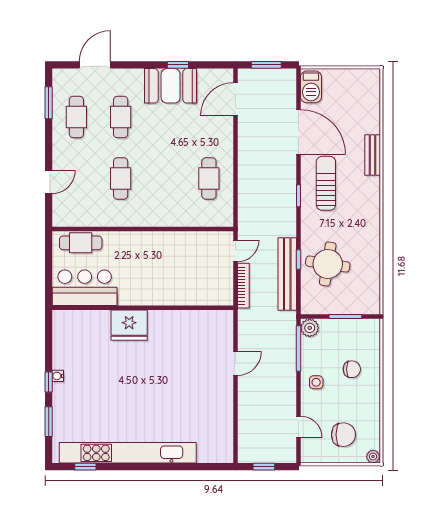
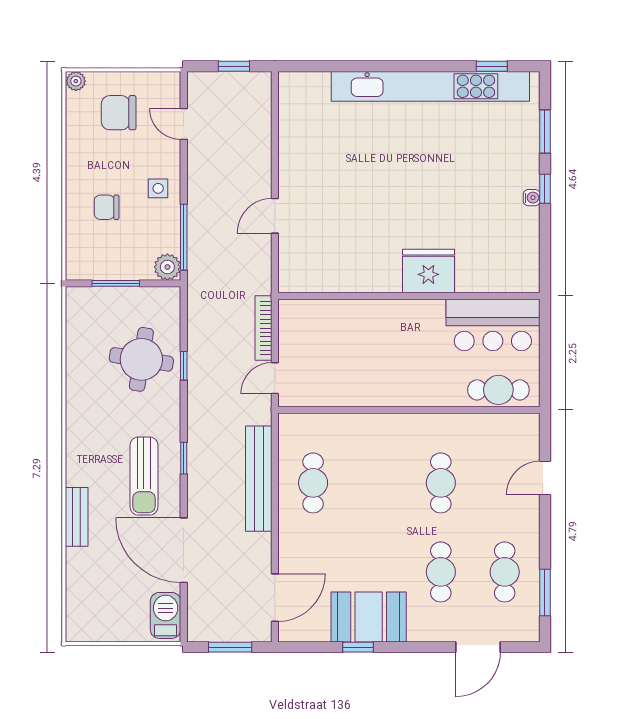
bench: (287, 274) -> (259, 479), moved

